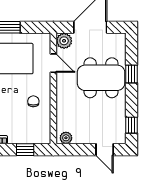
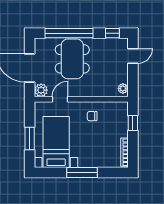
window: (132, 74) -> (69, 33), width x3.17

